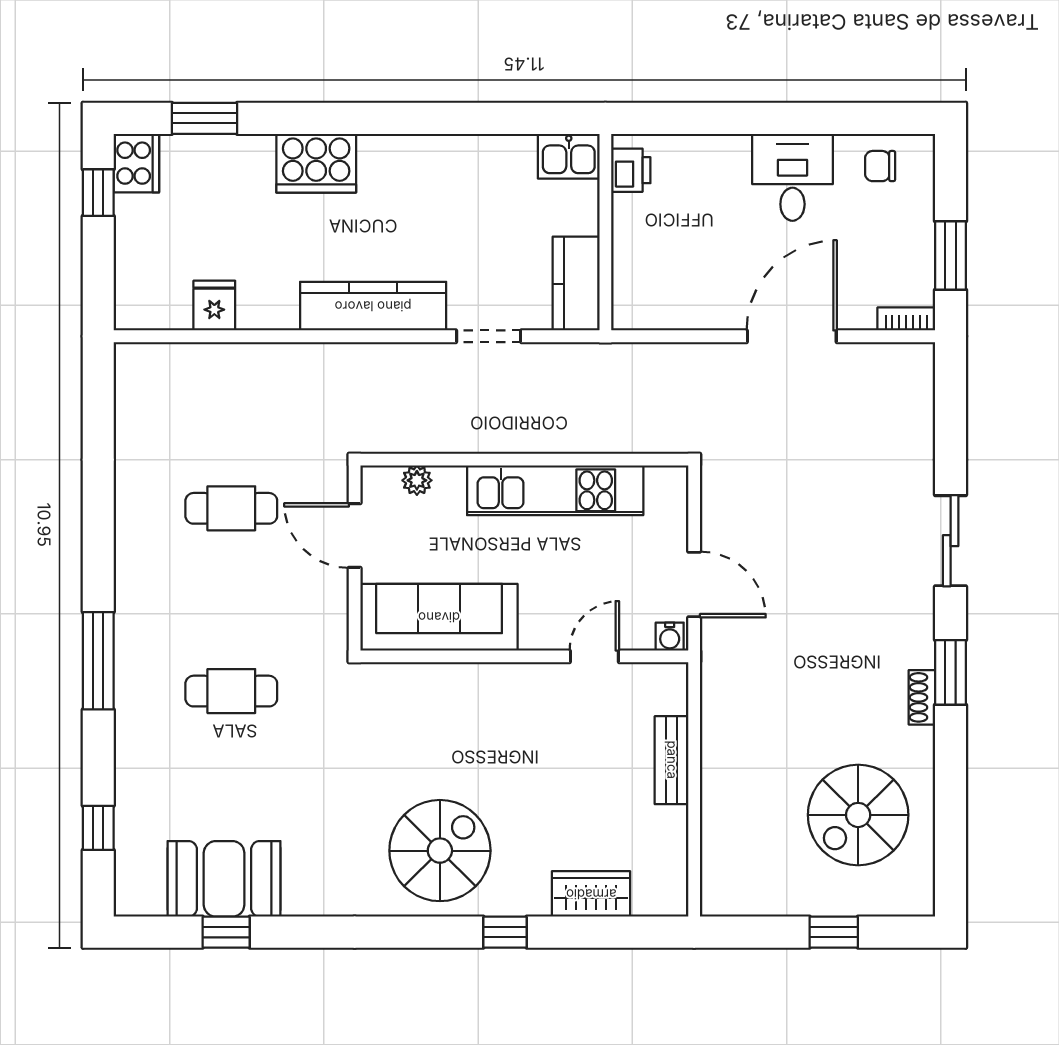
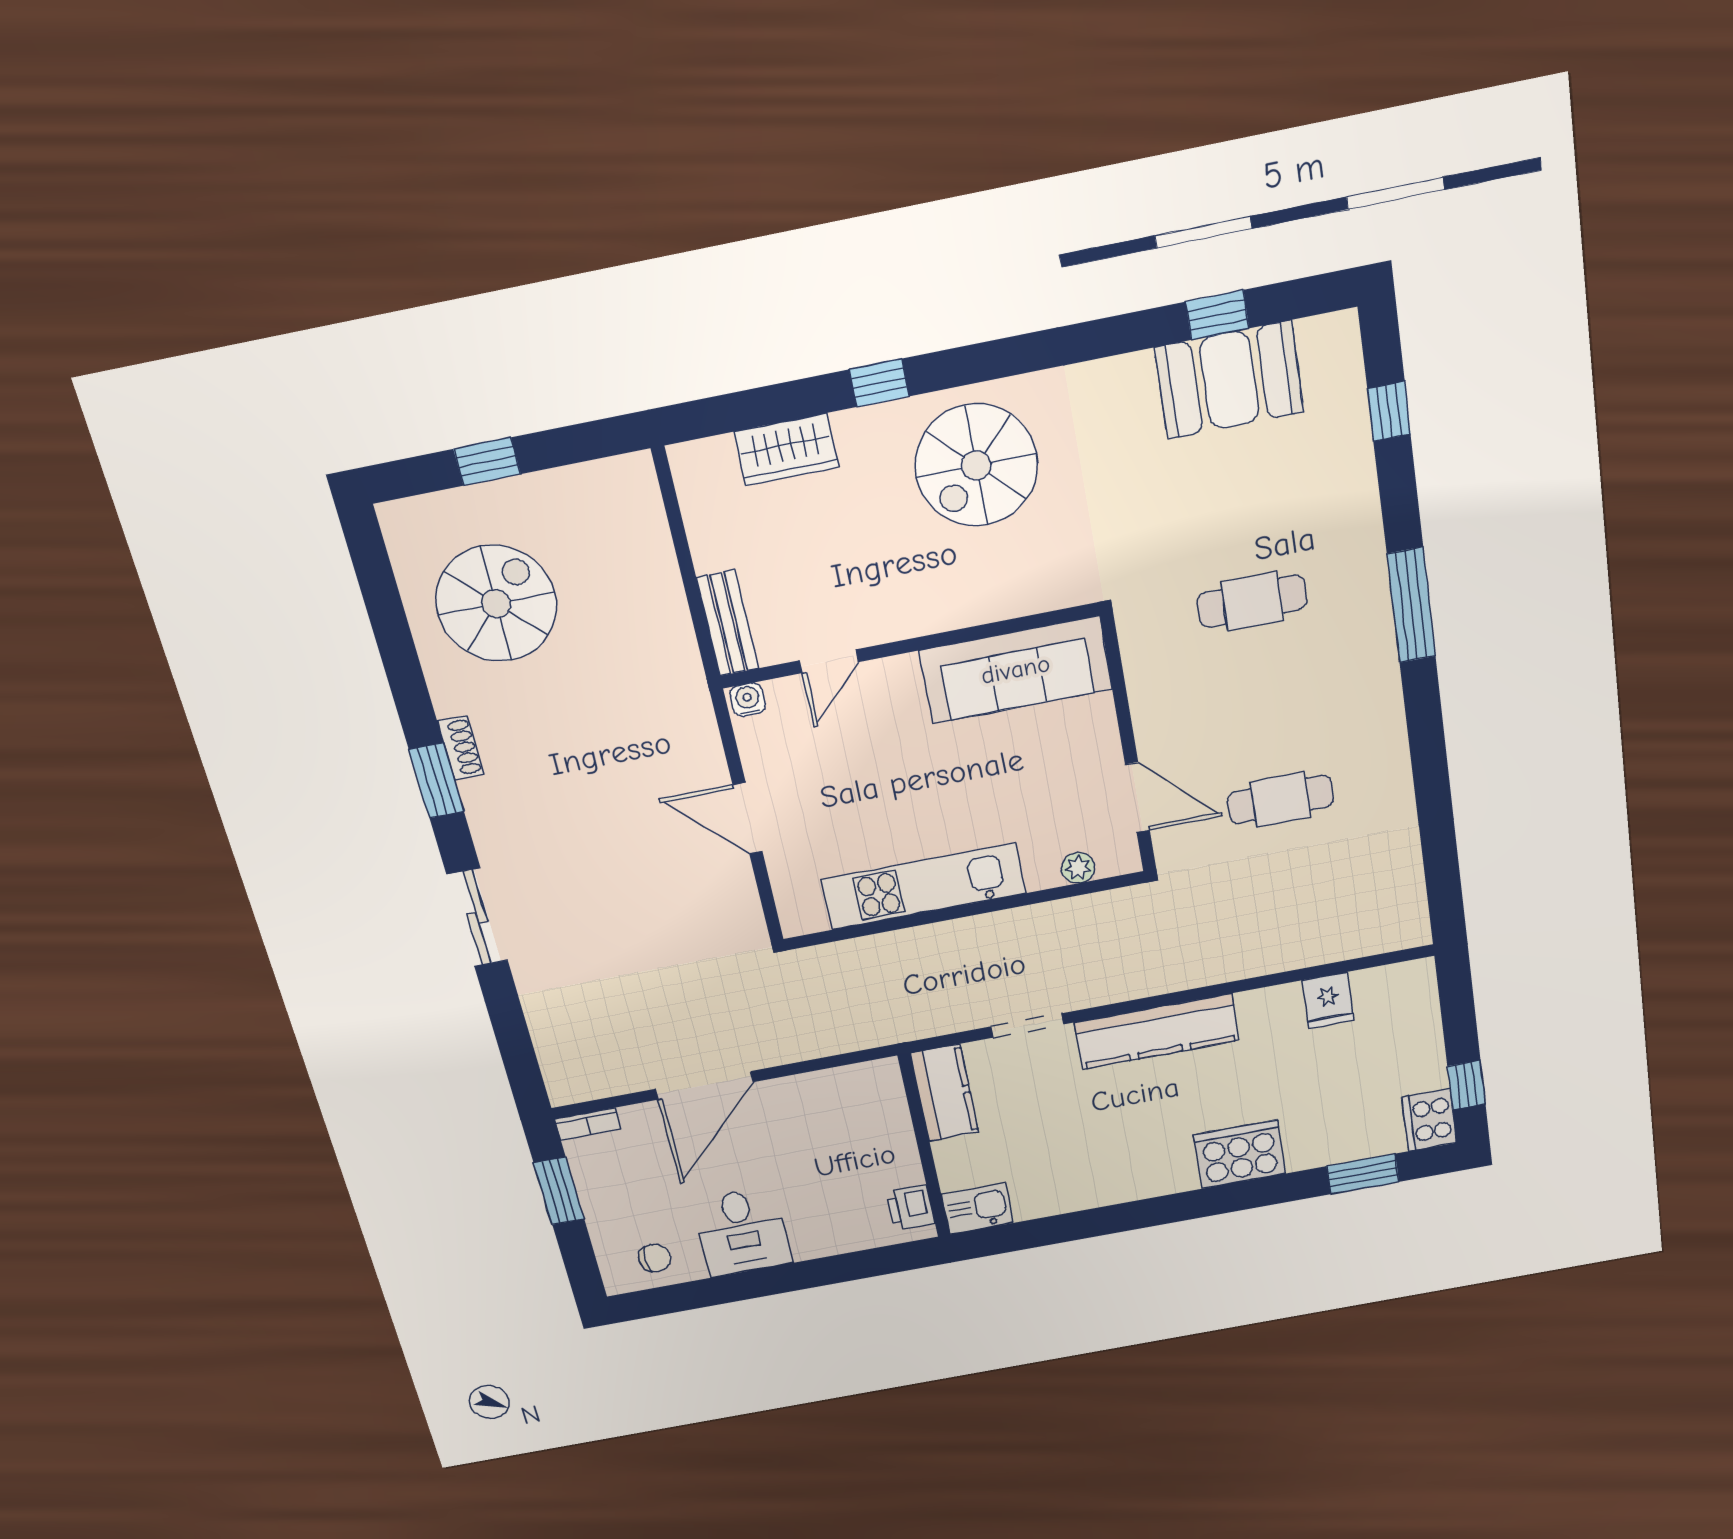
sofa: (439, 617) -> (1016, 670), moved
water cooler: (670, 637) -> (748, 700), moved
wall: (524, 656) -> (909, 646), moved
door: (594, 656) -> (829, 661), moved

